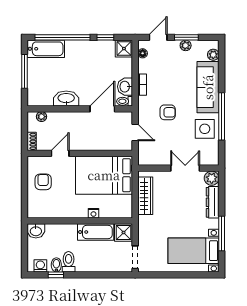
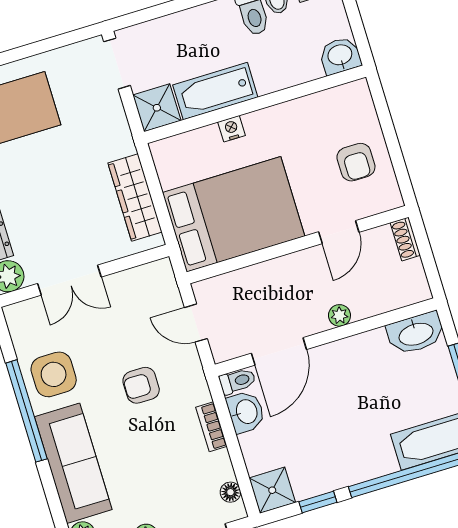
washbasin: (66, 98) -> (416, 333), moved
plant: (42, 117) -> (339, 315), moved

